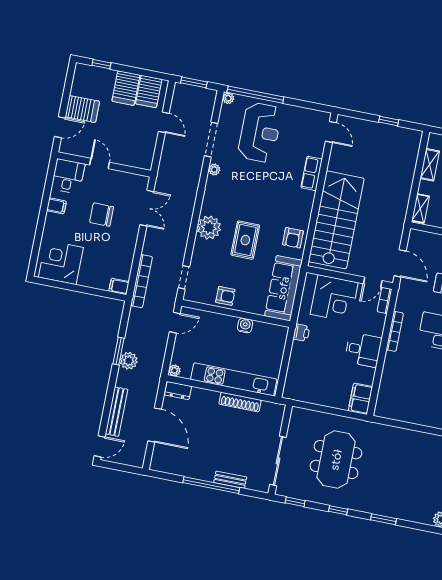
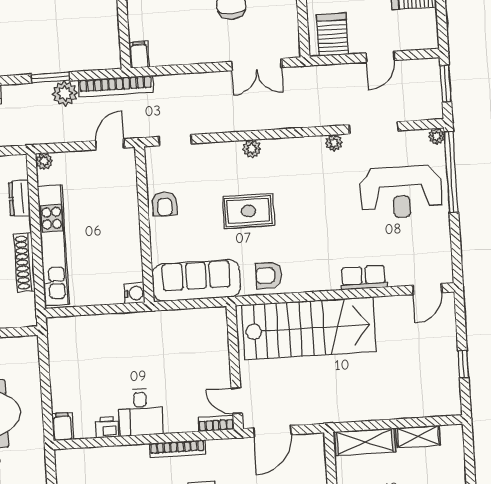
server rack: (149, 92) -> (332, 35), moved, turned 90
shelving: (420, 208) -> (365, 442), width x1.50, depth x1.33
plant: (209, 228) -> (252, 149), width x0.53, depth x0.53
bookcase: (142, 281) -> (116, 86), moved
corner desk: (334, 298) -> (201, 354), removed
door: (175, 323) -> (110, 144), swing flipped
water cooler: (245, 325) -> (135, 293), moved
printer: (301, 333) -> (107, 427), moved, turned 180
plant: (129, 361) -> (65, 93), moved
dresser: (178, 391) -> (19, 198), moved
filing cabinet: (360, 399) -> (63, 427), width x0.50

